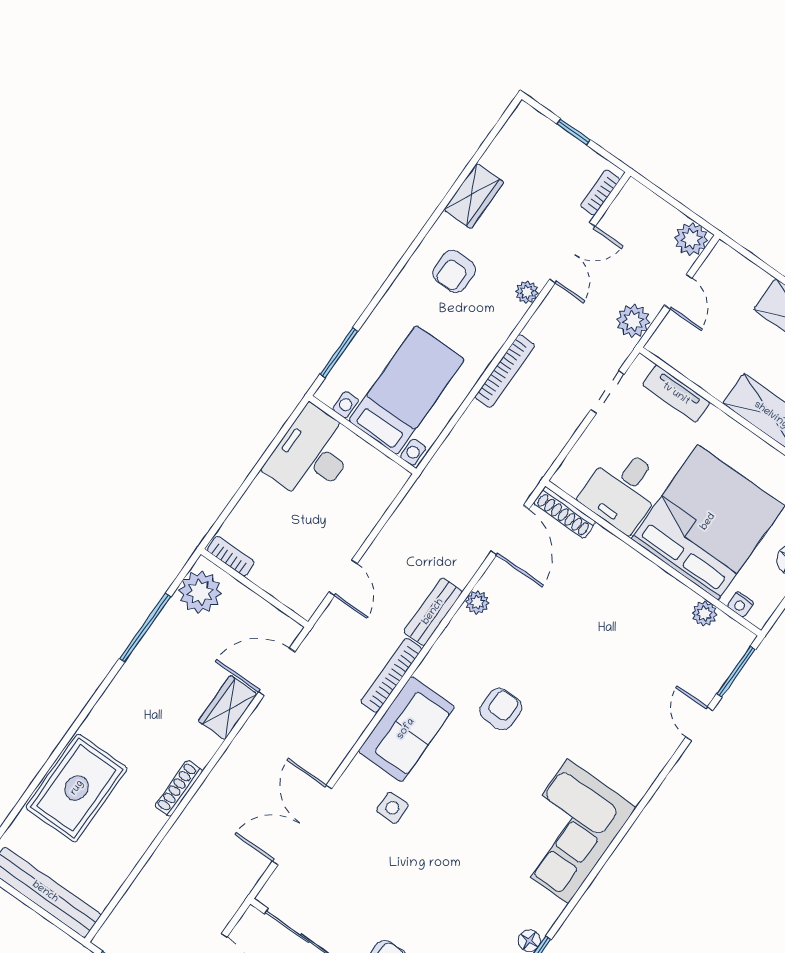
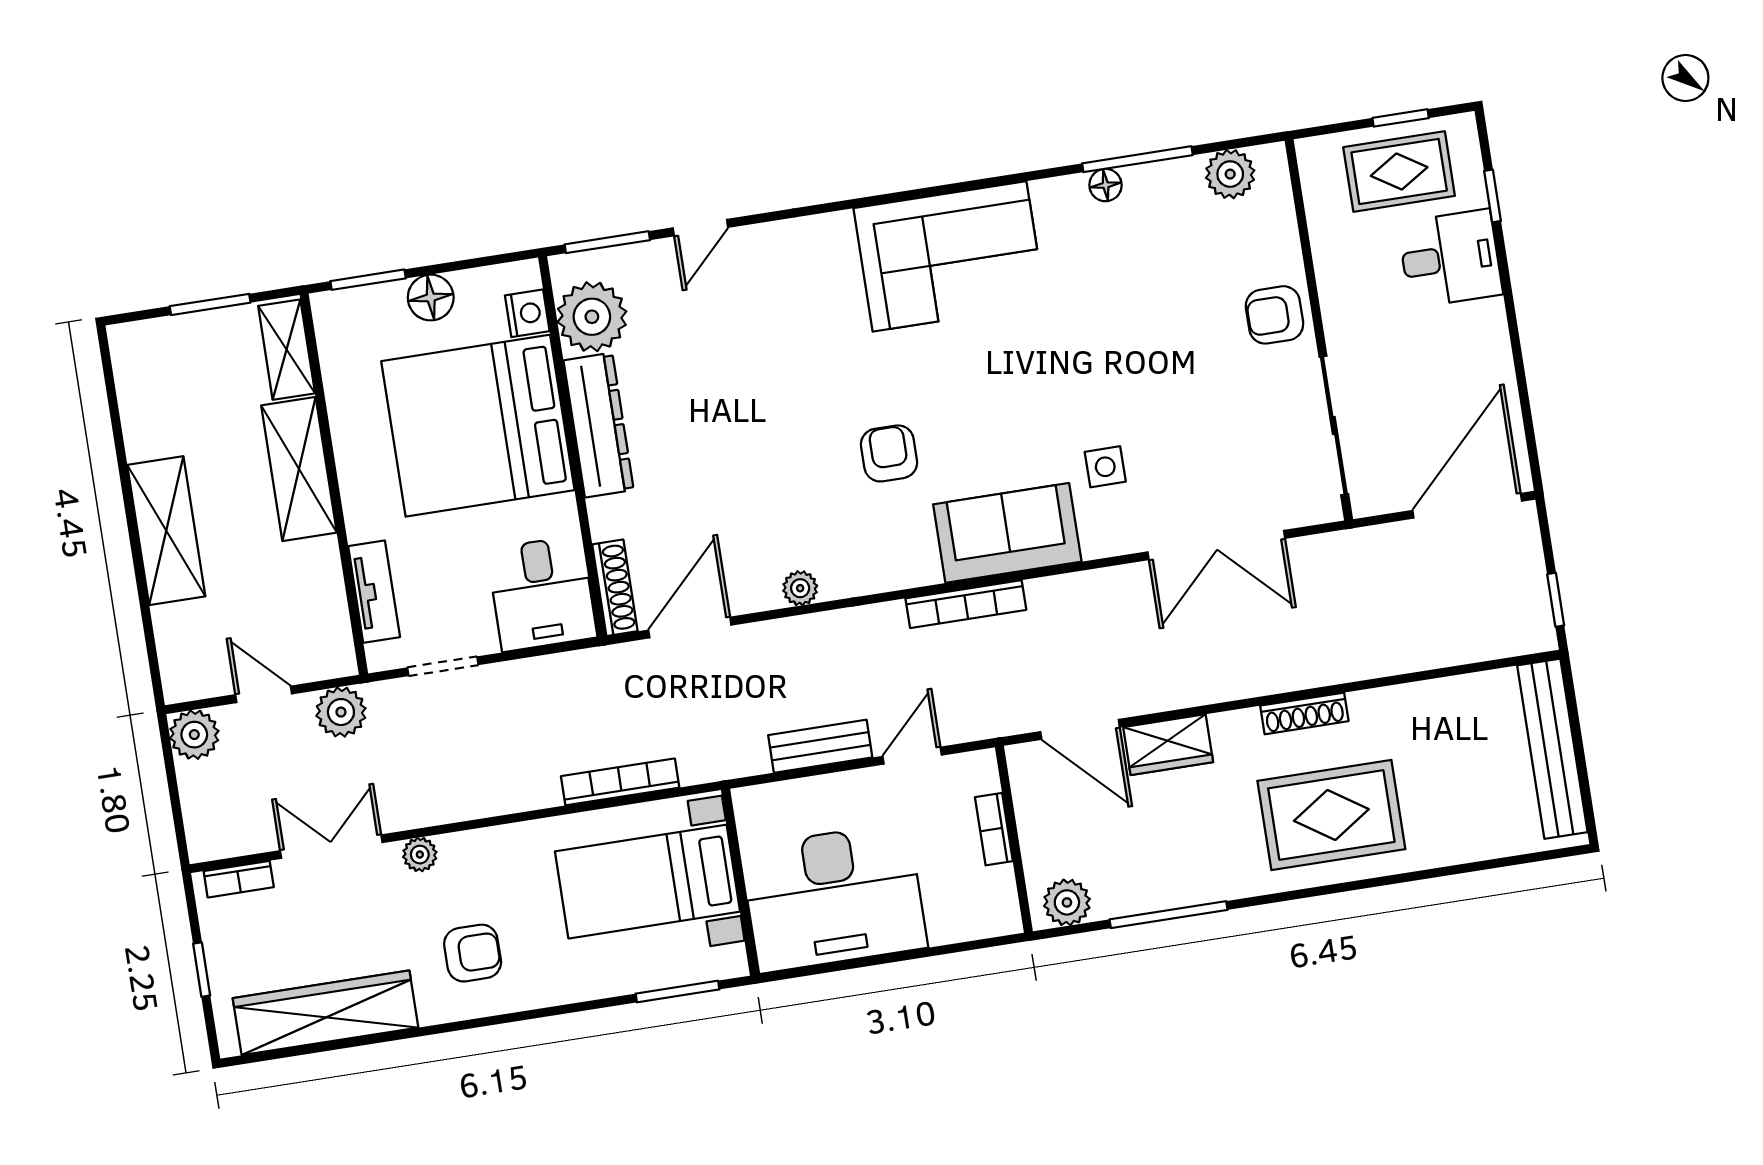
wardrobe: (474, 196) -> (325, 1013), width x2.10, depth x1.17
door: (678, 292) -> (264, 694), hinge flipped
bookcase: (505, 371) -> (620, 782), moved
desk: (312, 455) -> (834, 898), width x1.36, depth x1.30
desk: (623, 490) -> (542, 593), moved, turned 90
bookcase: (231, 556) -> (994, 829), moved
dresser: (651, 581) -> (599, 425), added
plant: (200, 592) -> (1067, 902), width x0.73, depth x0.73
nightstand: (741, 604) -> (527, 313), width x1.39, depth x1.35
bench: (433, 612) -> (820, 746), moved
plant: (704, 614) -> (592, 317), width x1.88, depth x1.88
armchair: (501, 709) -> (889, 453), turned 90
rug: (77, 788) -> (1331, 815), moved

